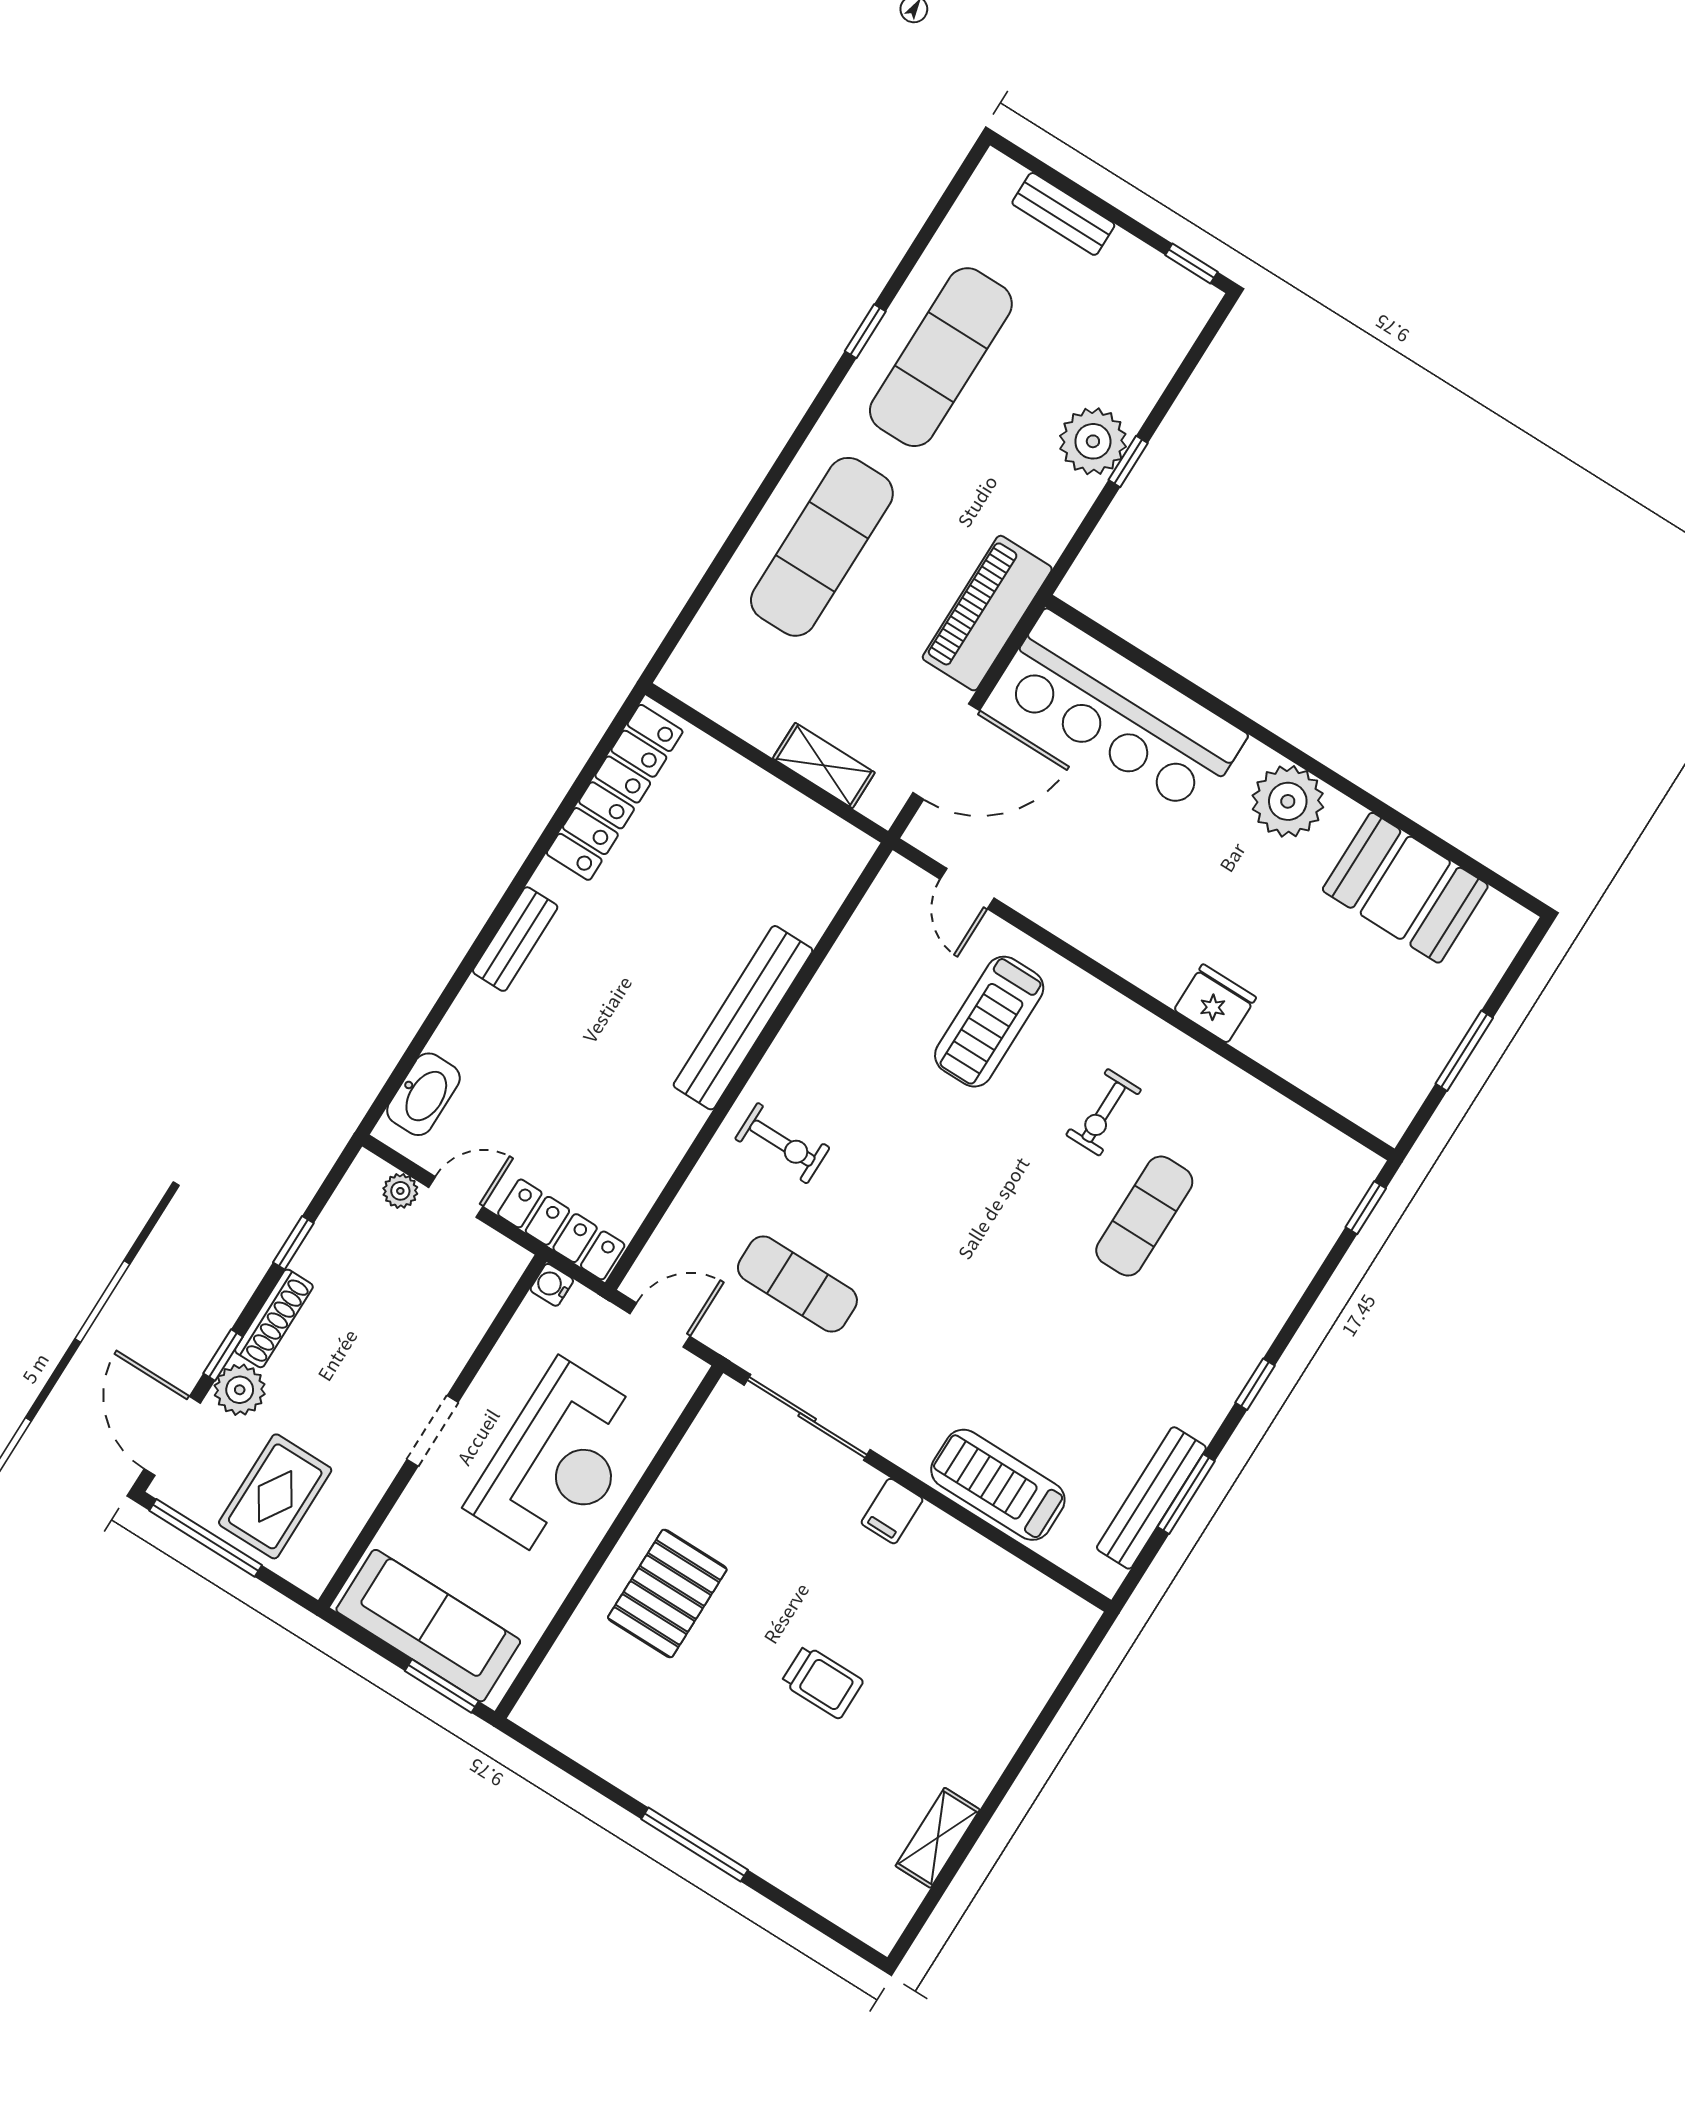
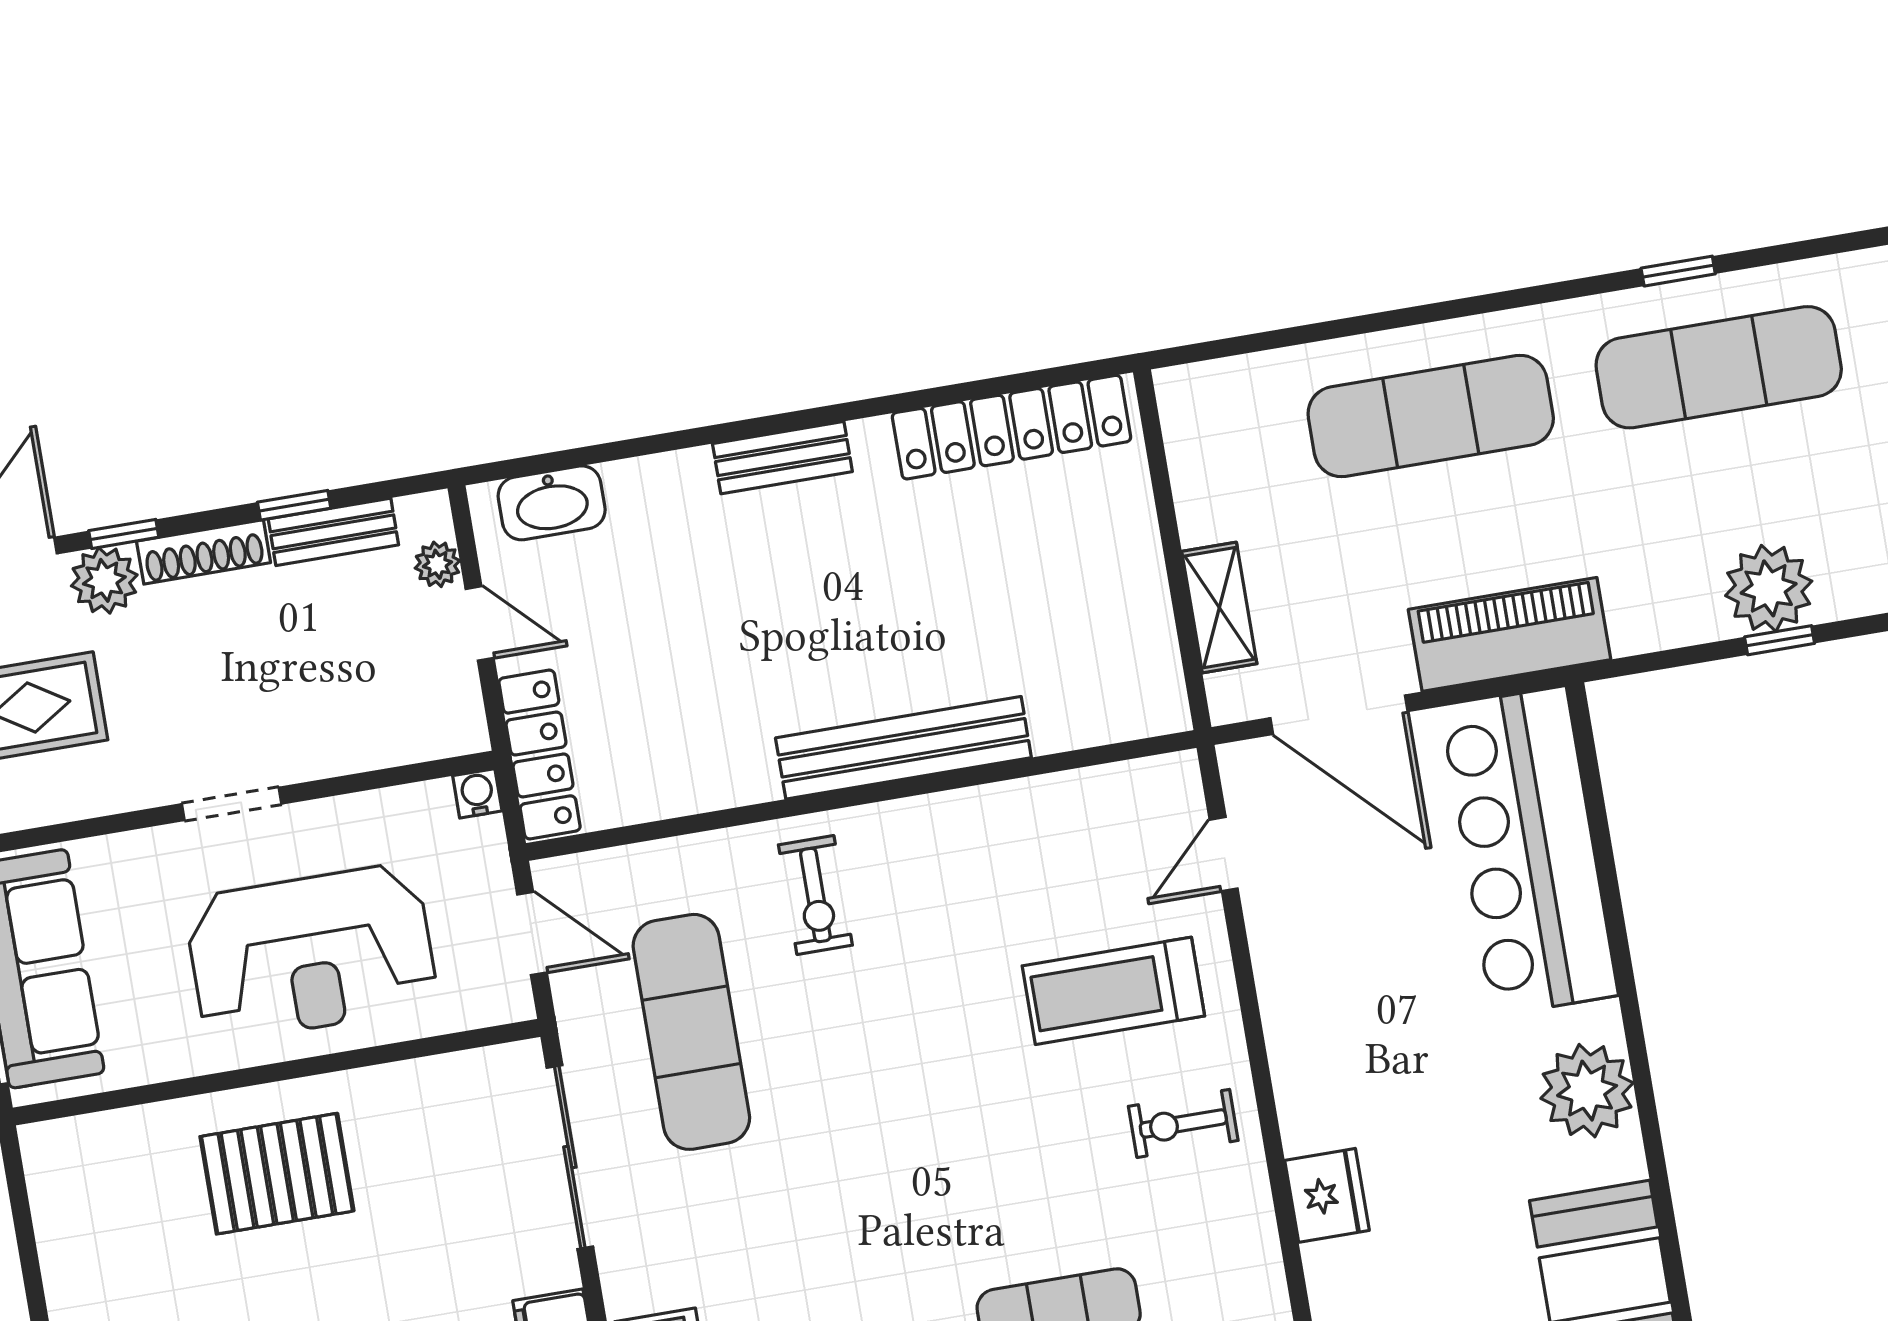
exercise bike: (1104, 1112) -> (1183, 1123), moved
bench: (329, 1234) -> (333, 532), added
exercise mat: (797, 1284) -> (691, 1032), width x1.36, depth x1.45

